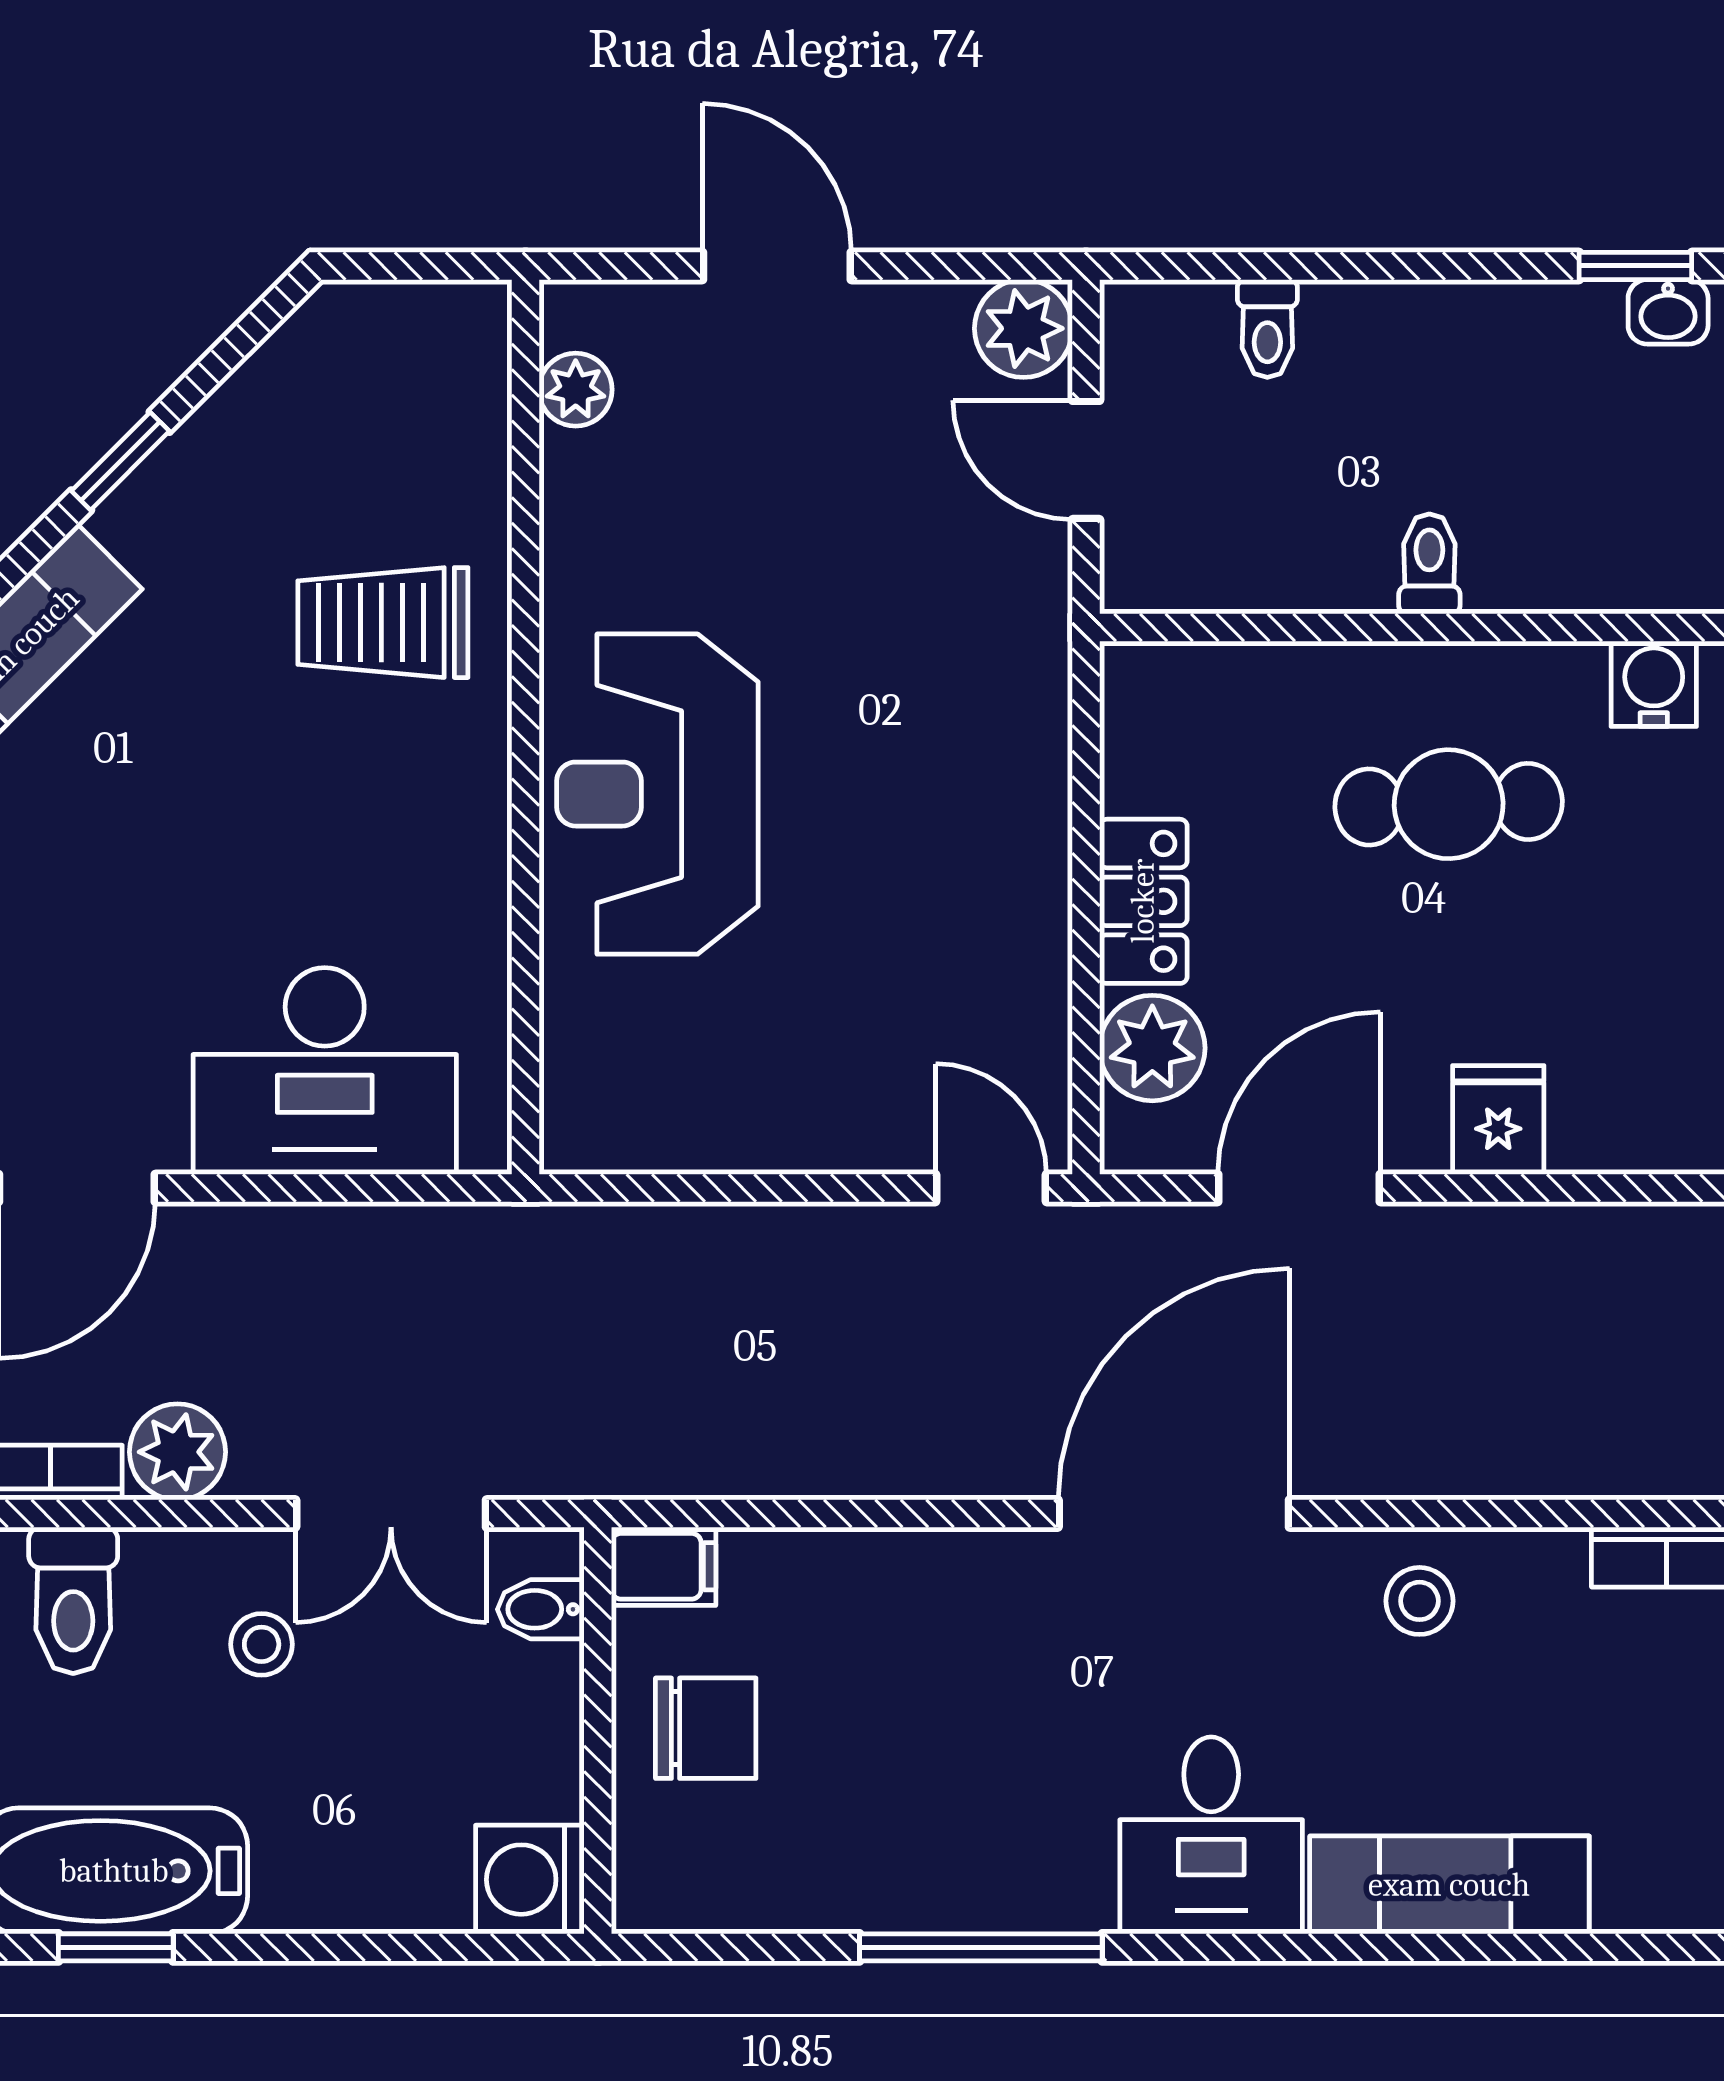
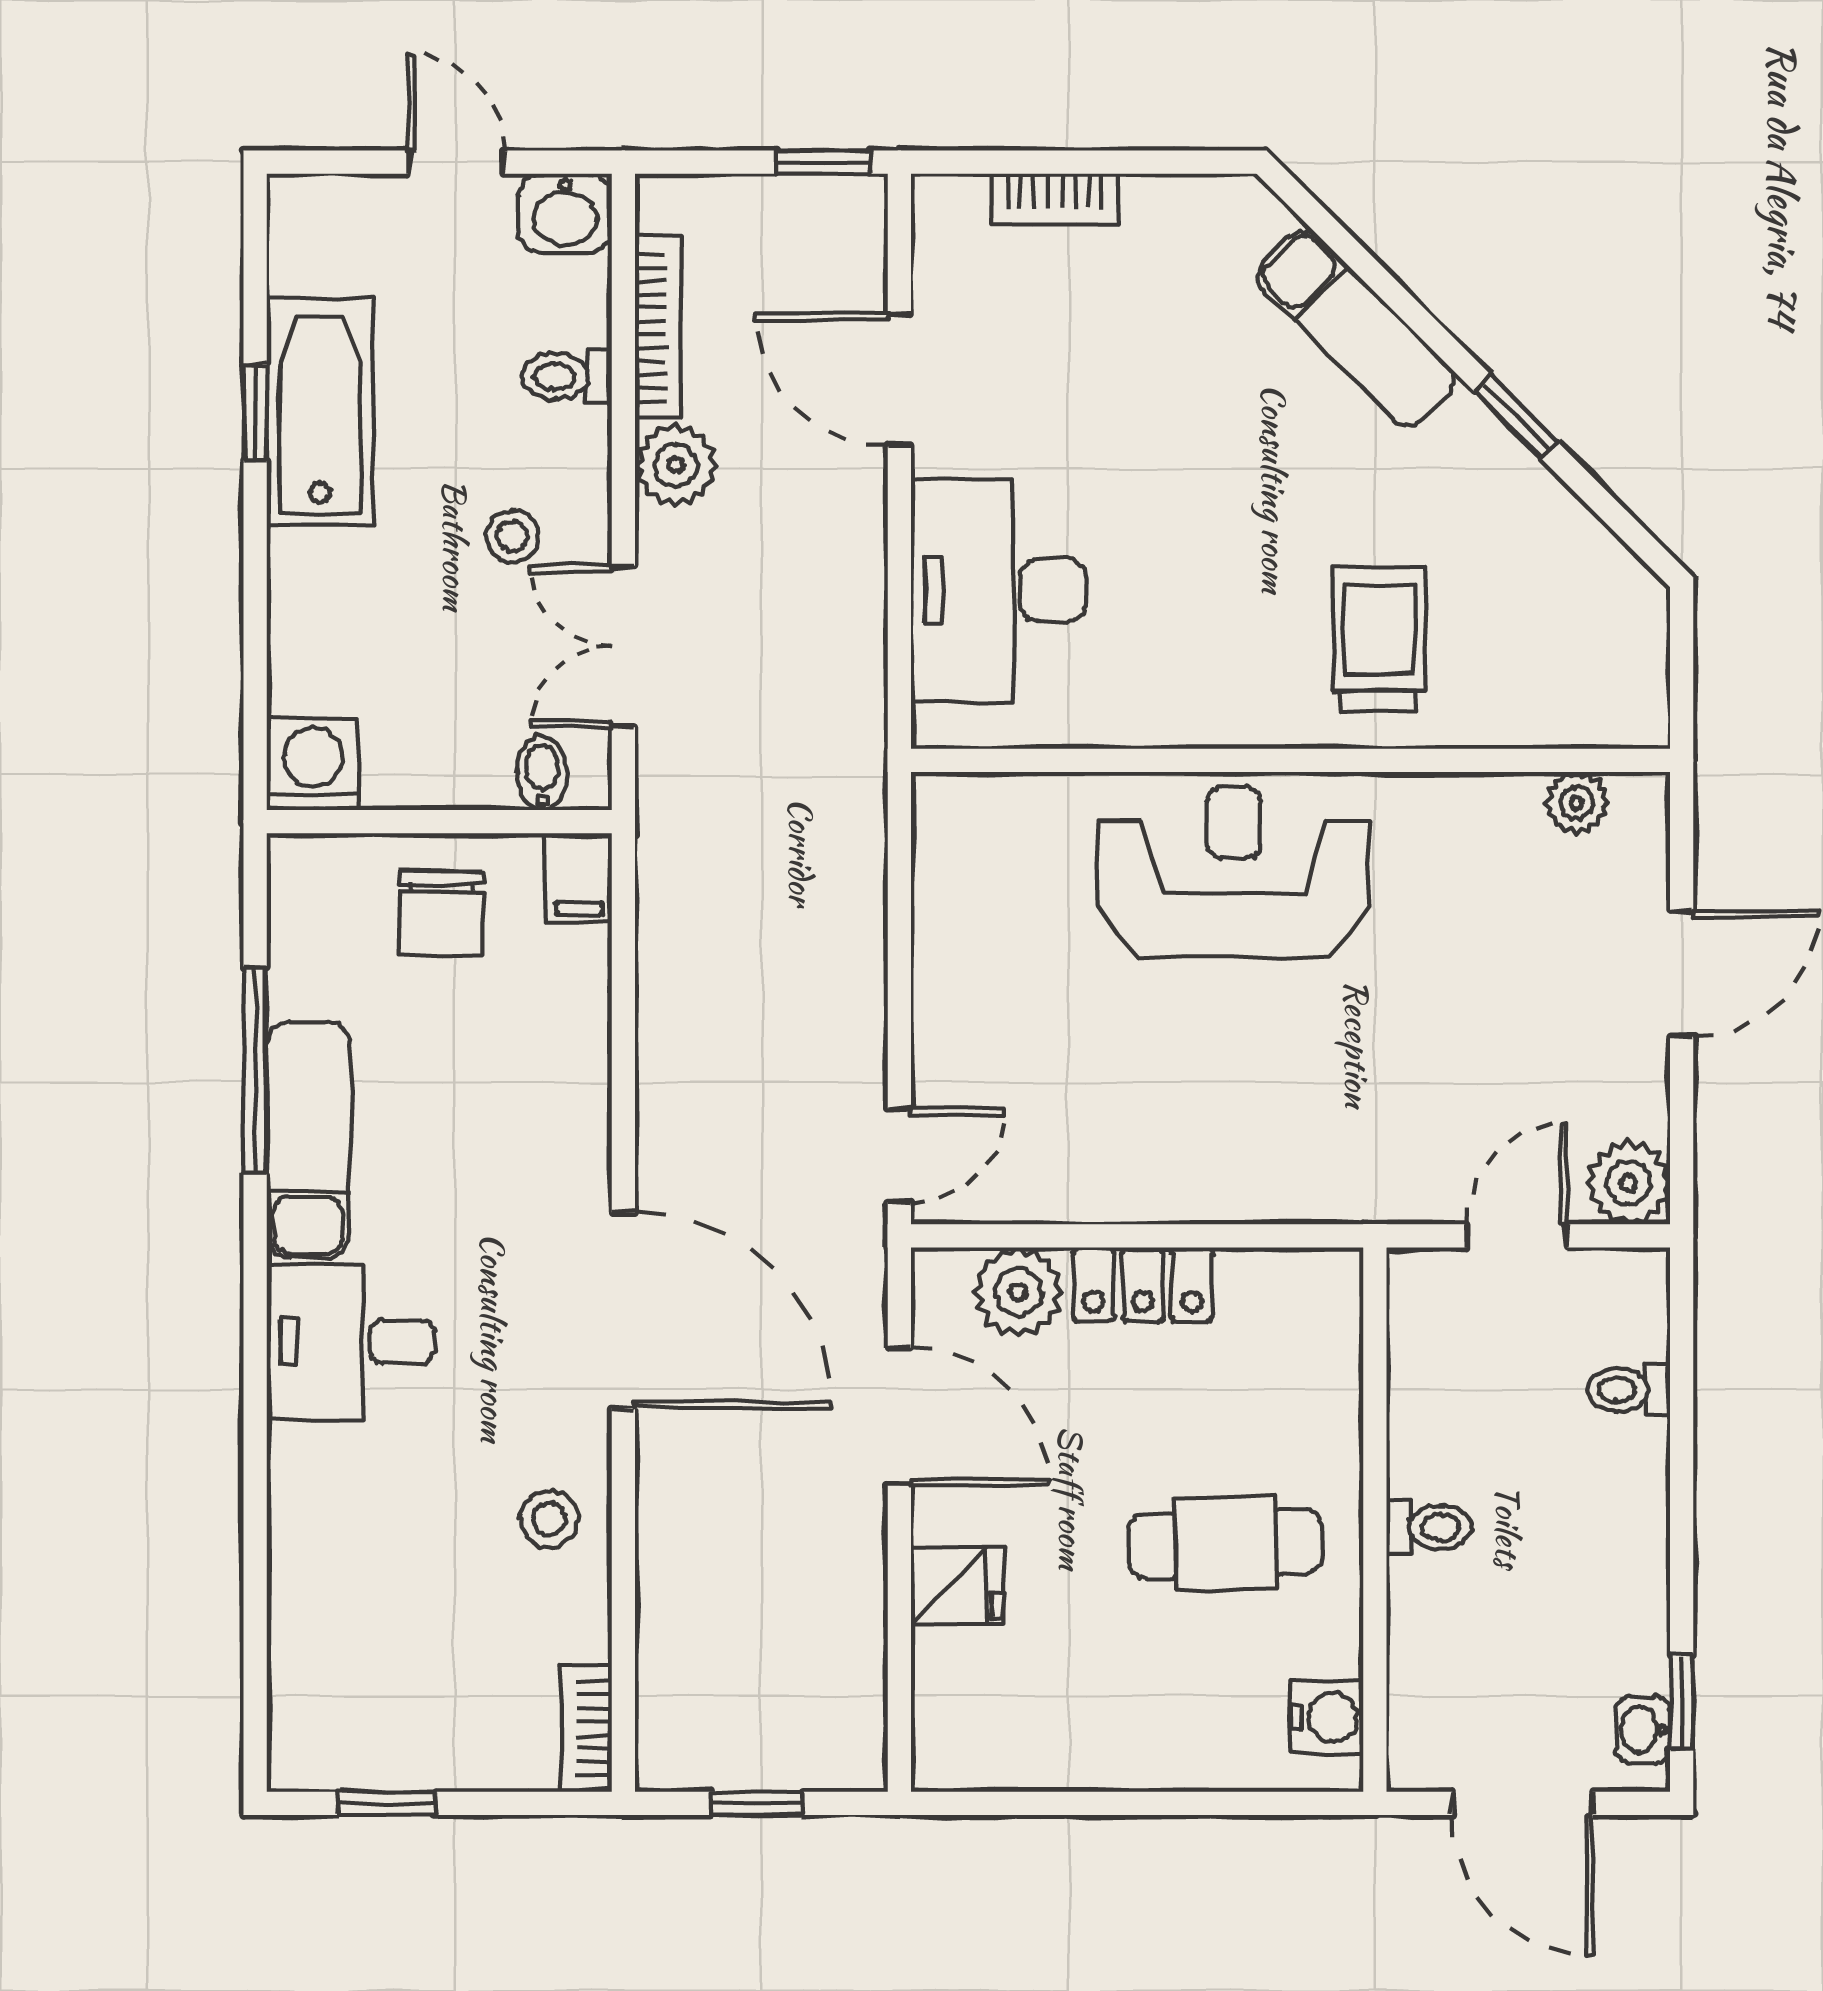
cafe table: (1449, 804) -> (1225, 1543), turned 90
toilet: (73, 1600) -> (567, 377), width x0.73, depth x0.72
exam couch: (1449, 1885) -> (308, 1140), moved
window: (981, 1947) -> (255, 1070), moved

